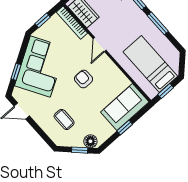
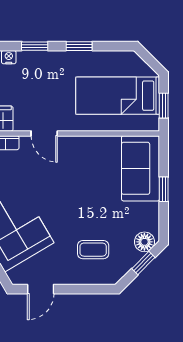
window: (158, 23) -> (79, 46), width x0.67
armchair: (84, 79) -> (67, 187), removed

